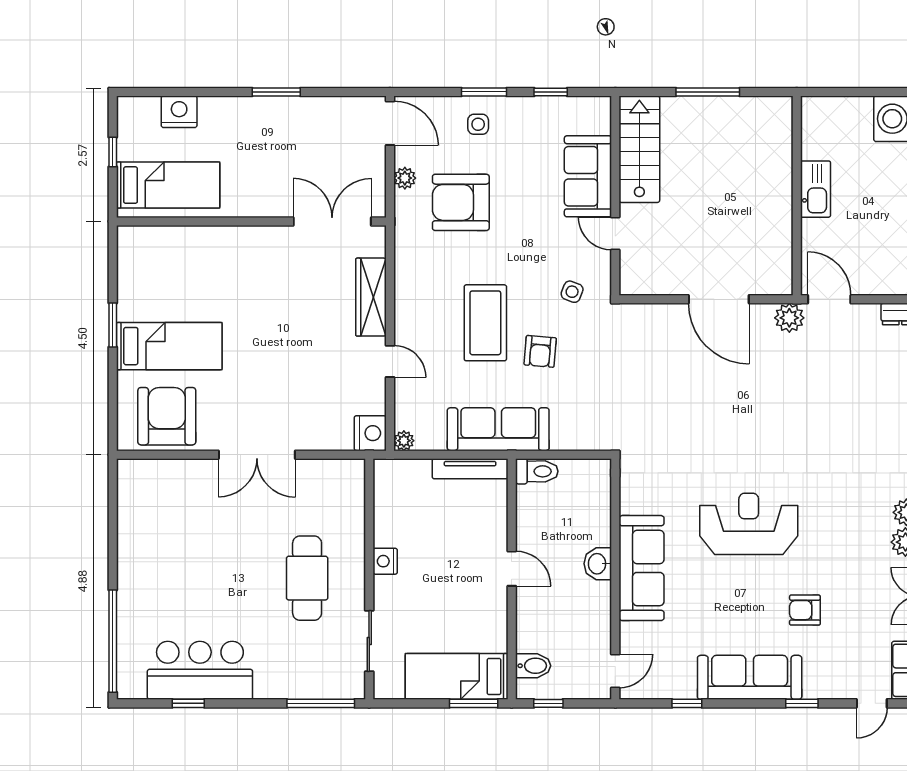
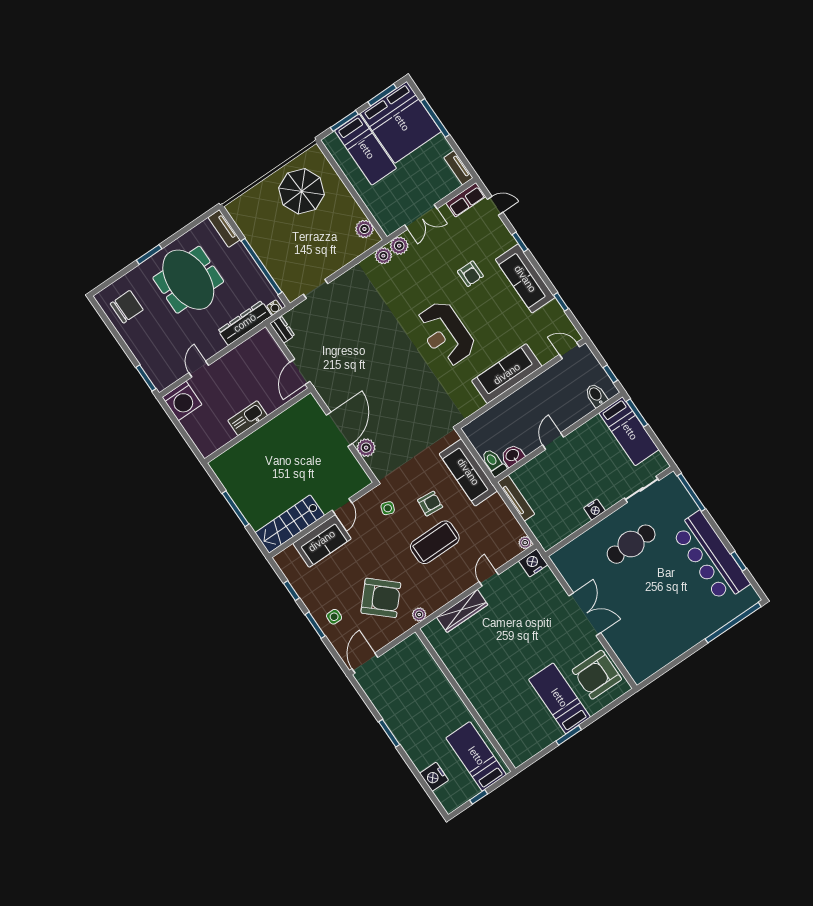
plant: (405, 178) -> (419, 615), moved
armchair: (461, 202) -> (381, 598), turned -48
double door: (332, 221) -> (437, 658), removed
plant: (789, 318) -> (366, 448), moved
sofa: (498, 429) -> (468, 472), moved
washbasin: (598, 564) -> (513, 455), moved, turned 180
bar counter: (200, 670) -> (710, 557), width x1.36

